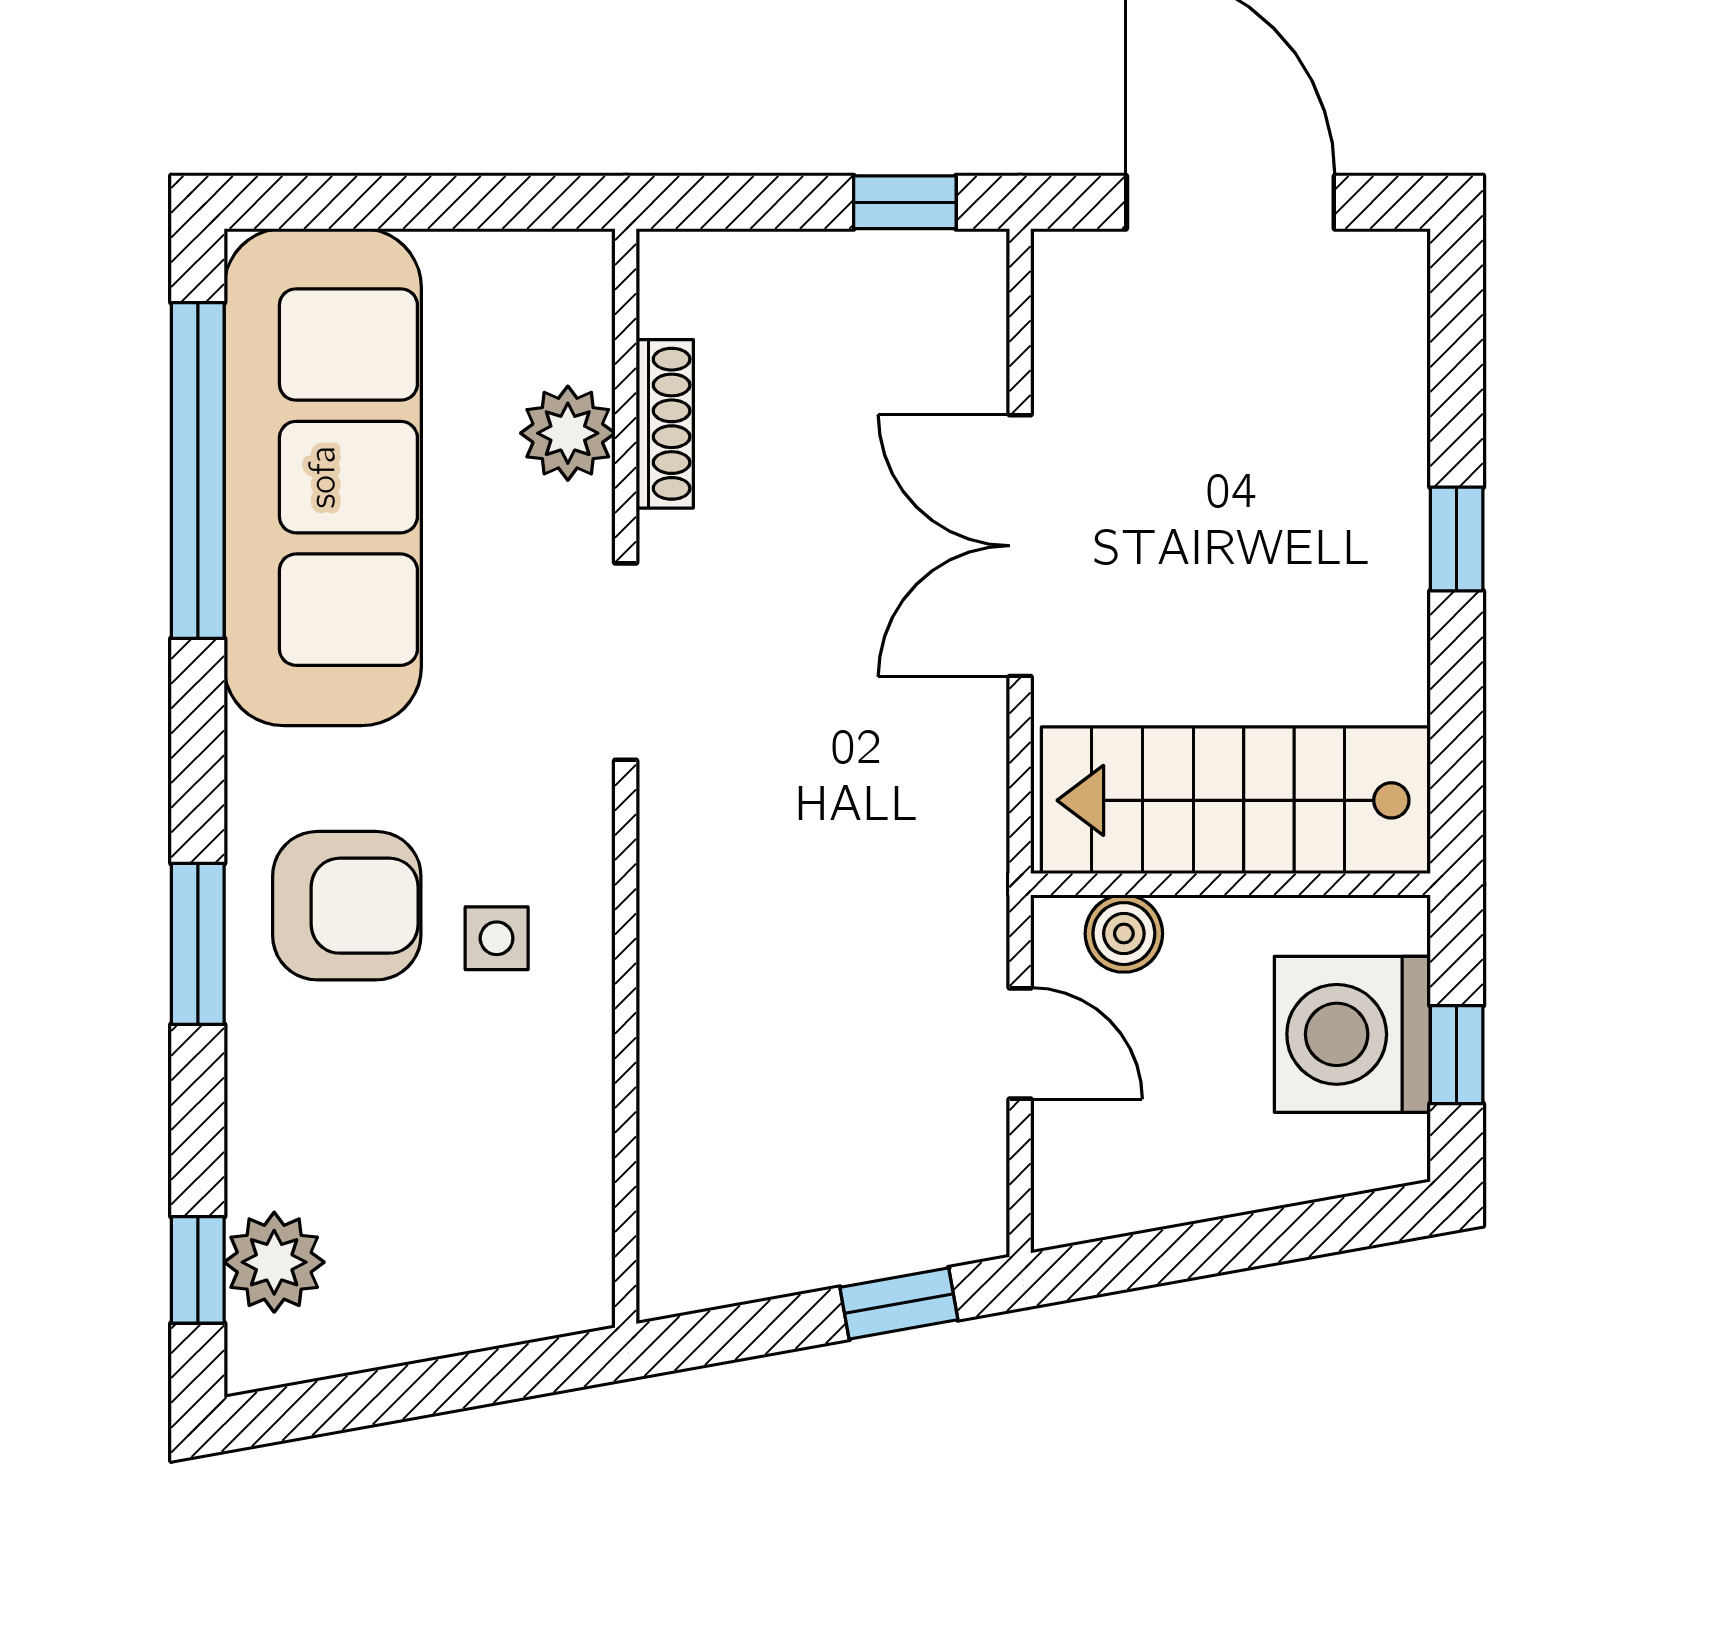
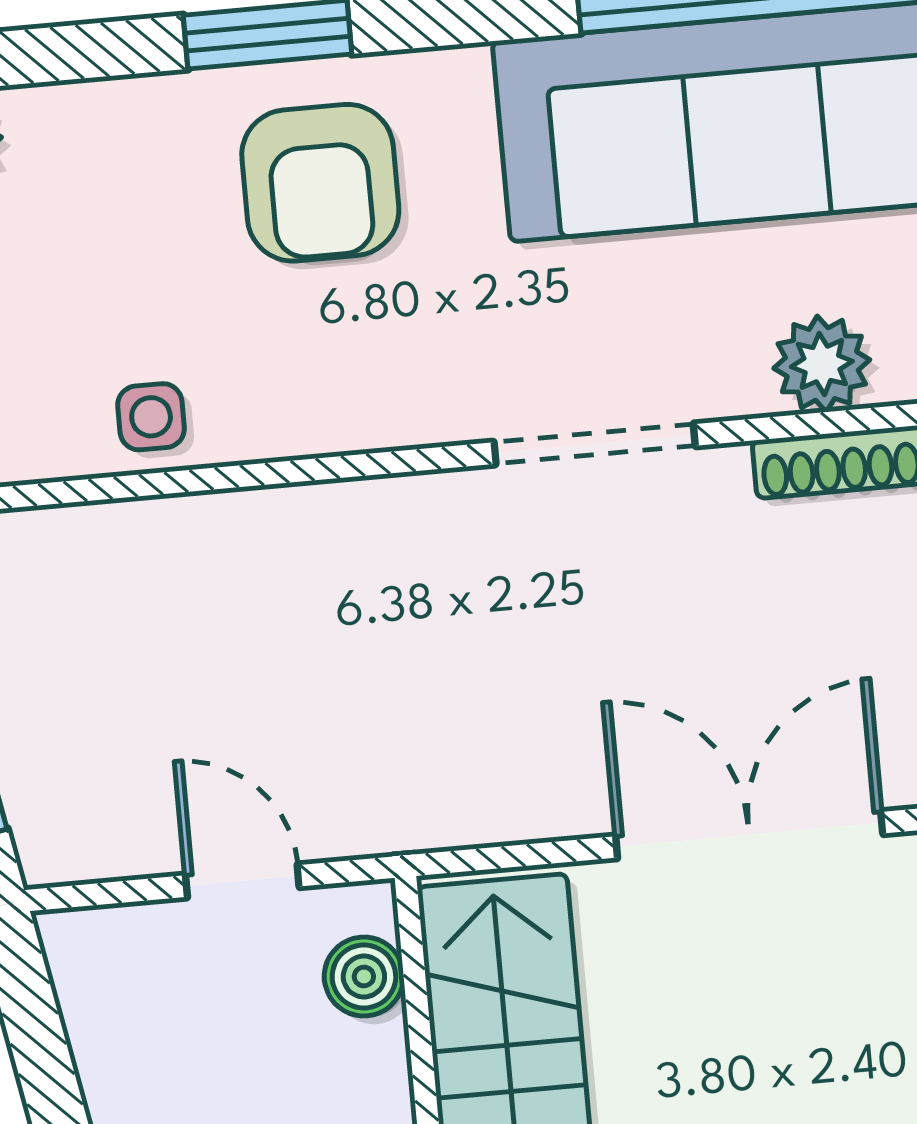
side table: (497, 938) -> (151, 417), moved
door: (1020, 1044) -> (242, 881), swing flipped

